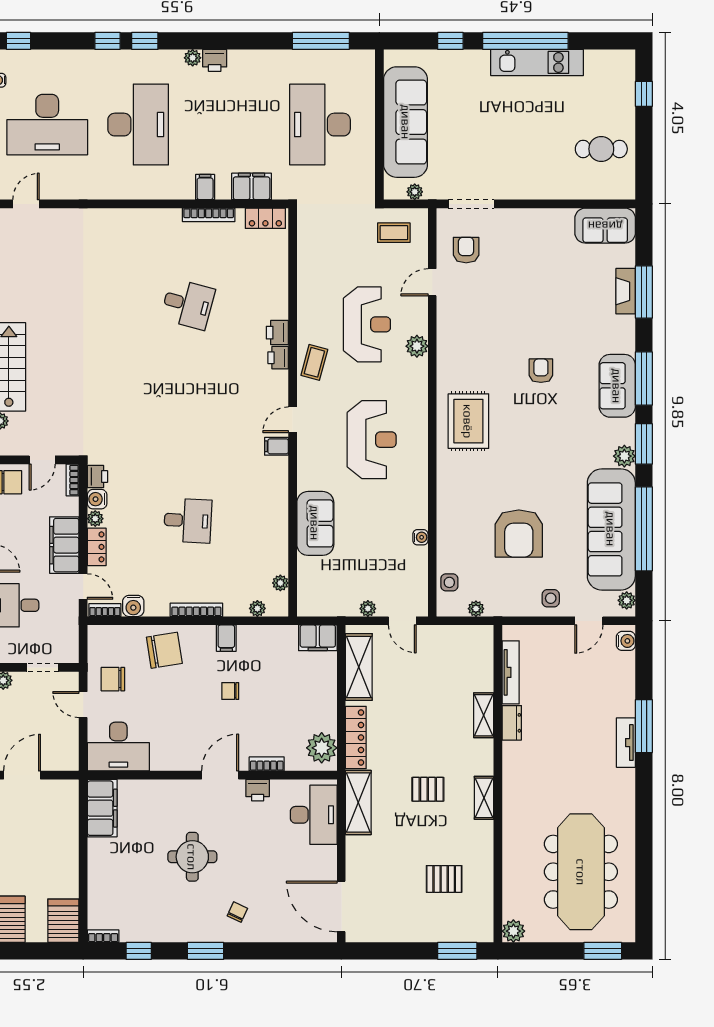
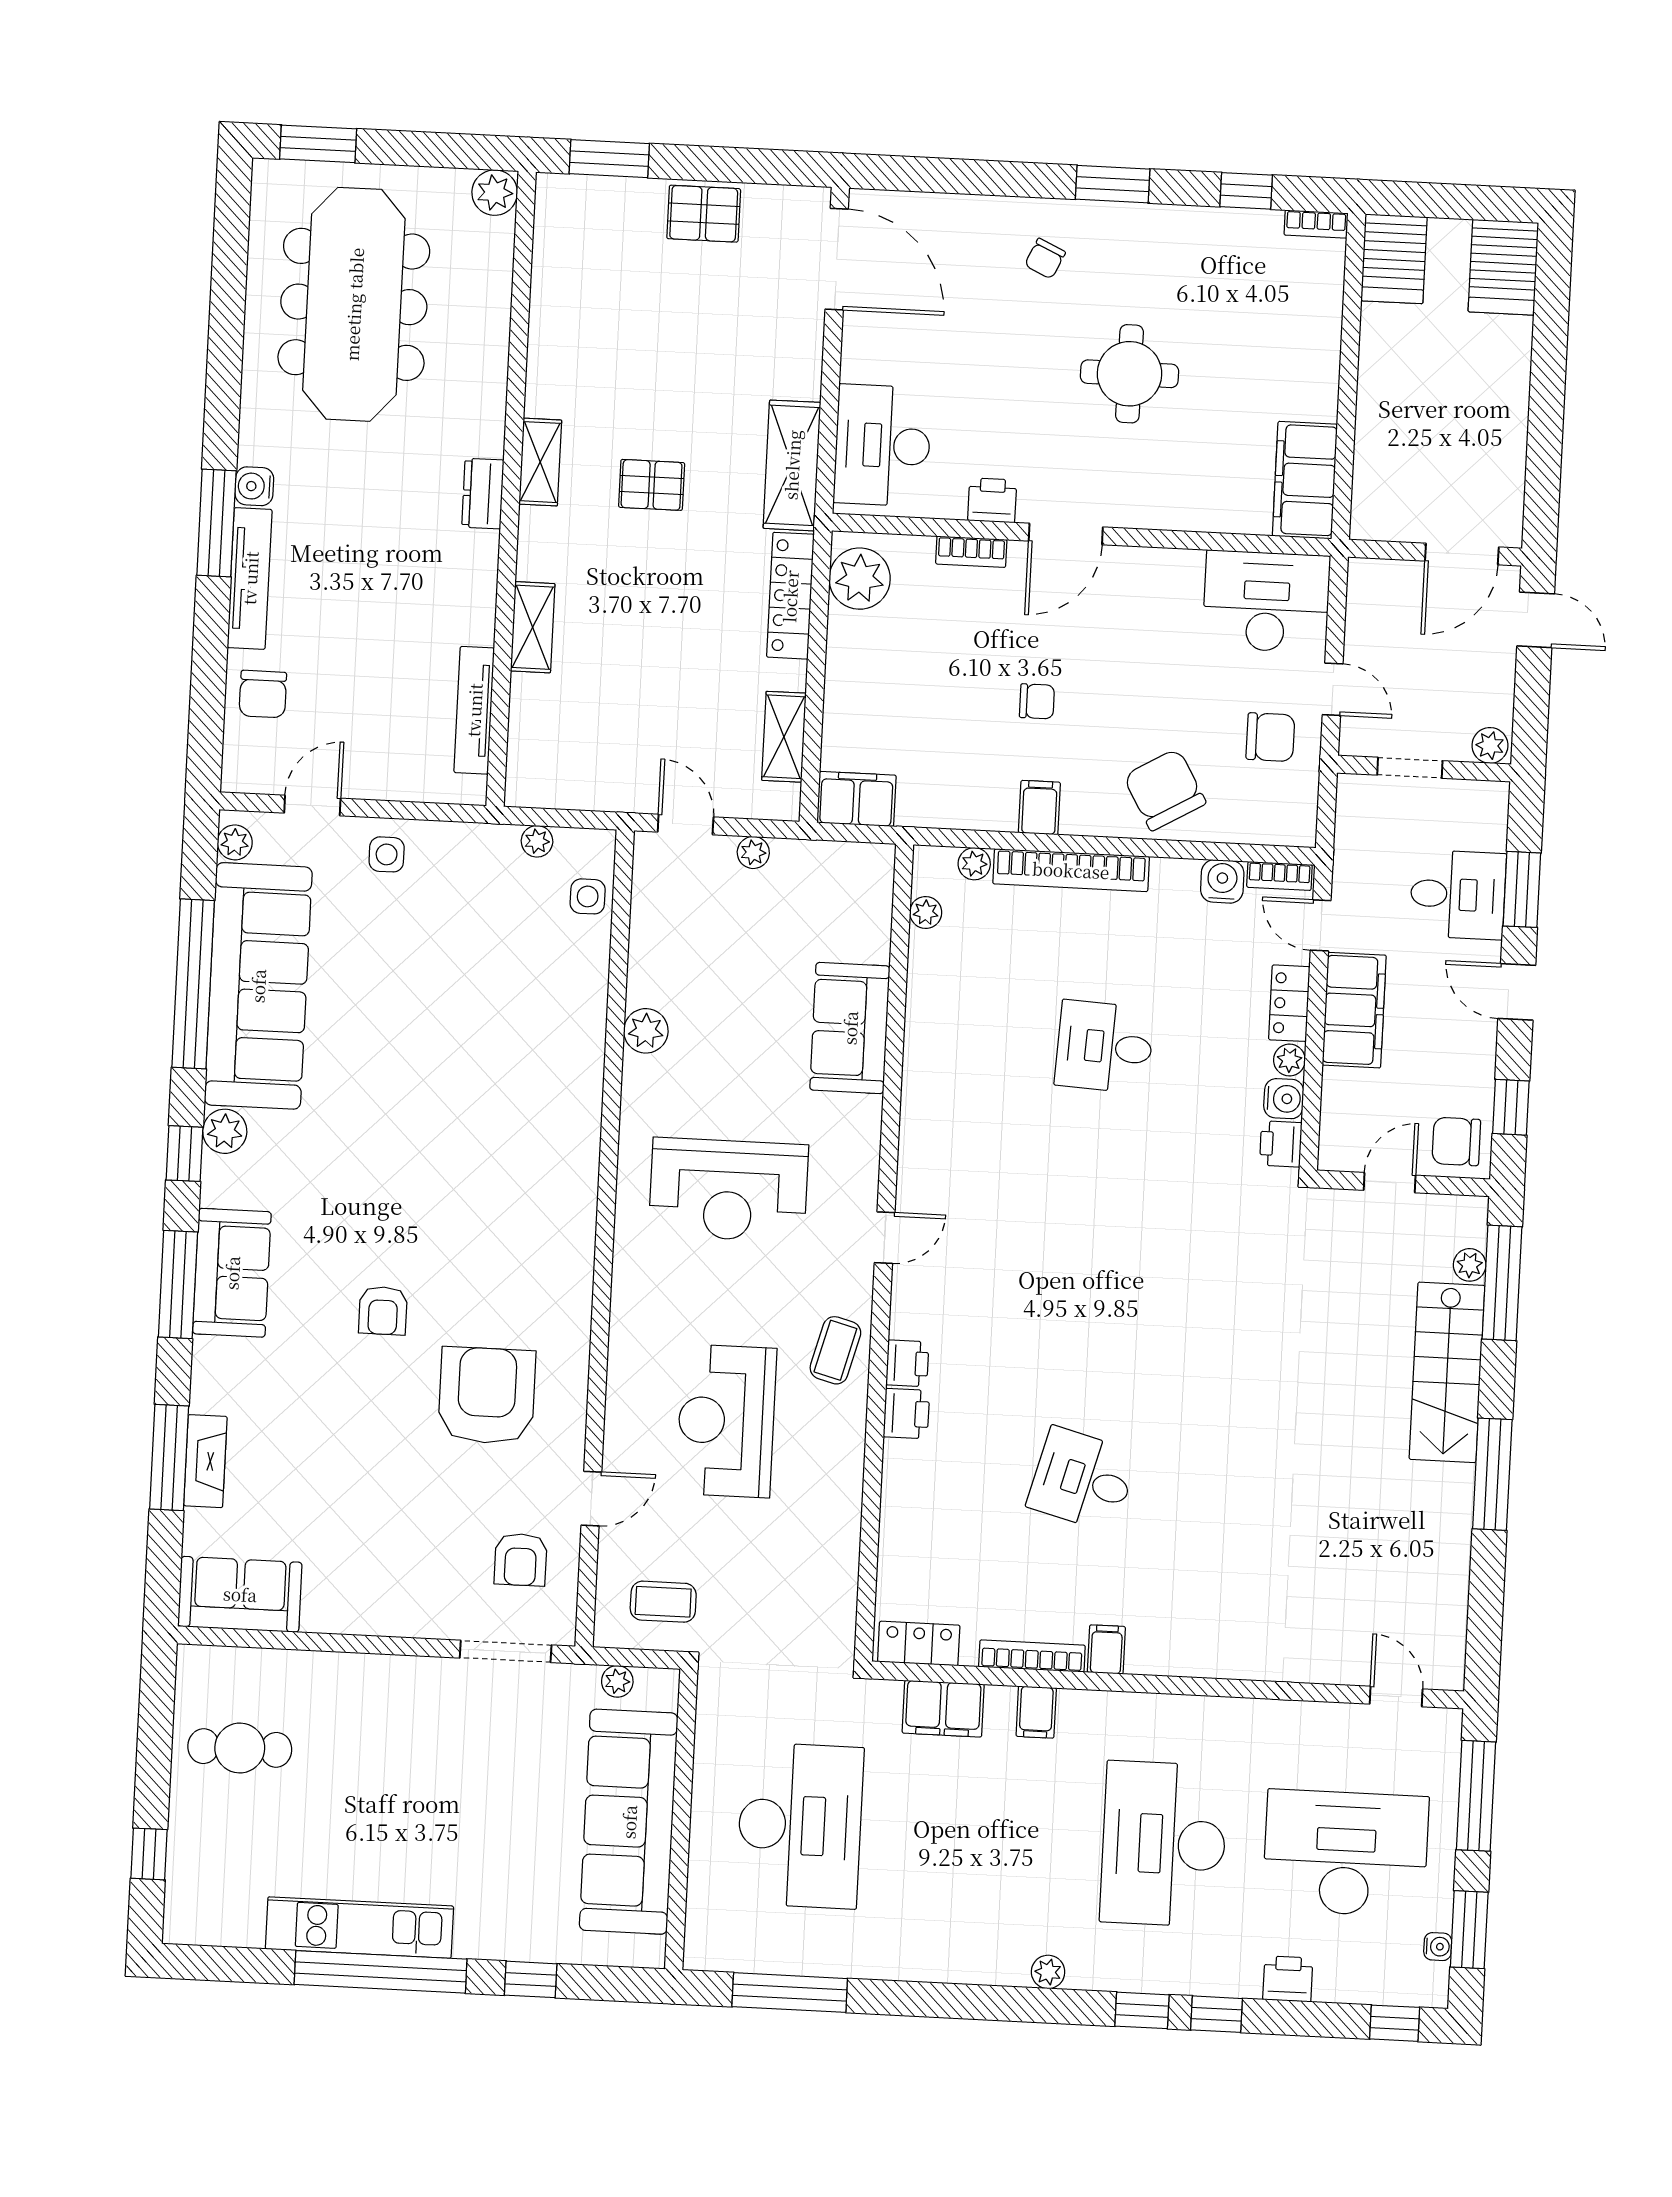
printer: (215, 60) -> (1288, 1979), moved
door: (26, 204) -> (1396, 1697), swing flipped
plant: (417, 346) -> (646, 1031), moved
rug: (468, 421) -> (533, 1217), removed
reception desk: (372, 440) -> (728, 1190), turned -90
window: (644, 444) -> (185, 1154), width x0.67
filing cabinet: (276, 446) -> (1106, 1649), moved, turned -90
bookcase: (72, 480) -> (1331, 1139), removed
armchair: (519, 534) -> (487, 1396), moved
water cooler: (420, 537) -> (641, 990), removed
bookcase: (196, 610) -> (1071, 870), width x1.48, depth x1.31
water cooler: (626, 641) -> (254, 486), moved
chair: (164, 650) -> (1165, 790), turned 69
shelving: (359, 667) -> (784, 737), width x0.67, depth x0.75
chair: (616, 675) -> (263, 694), added
dresser: (512, 723) -> (483, 494), moved
window: (644, 726) -> (216, 523), moved
tv unit: (626, 743) -> (250, 578), width x1.41
pallet: (444, 879) -> (704, 214), moved

